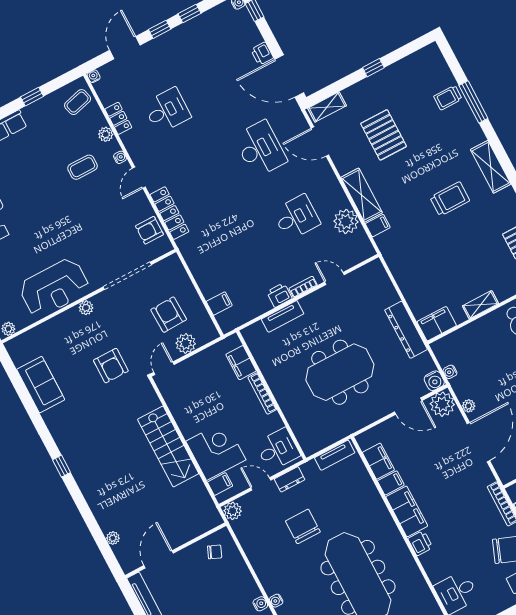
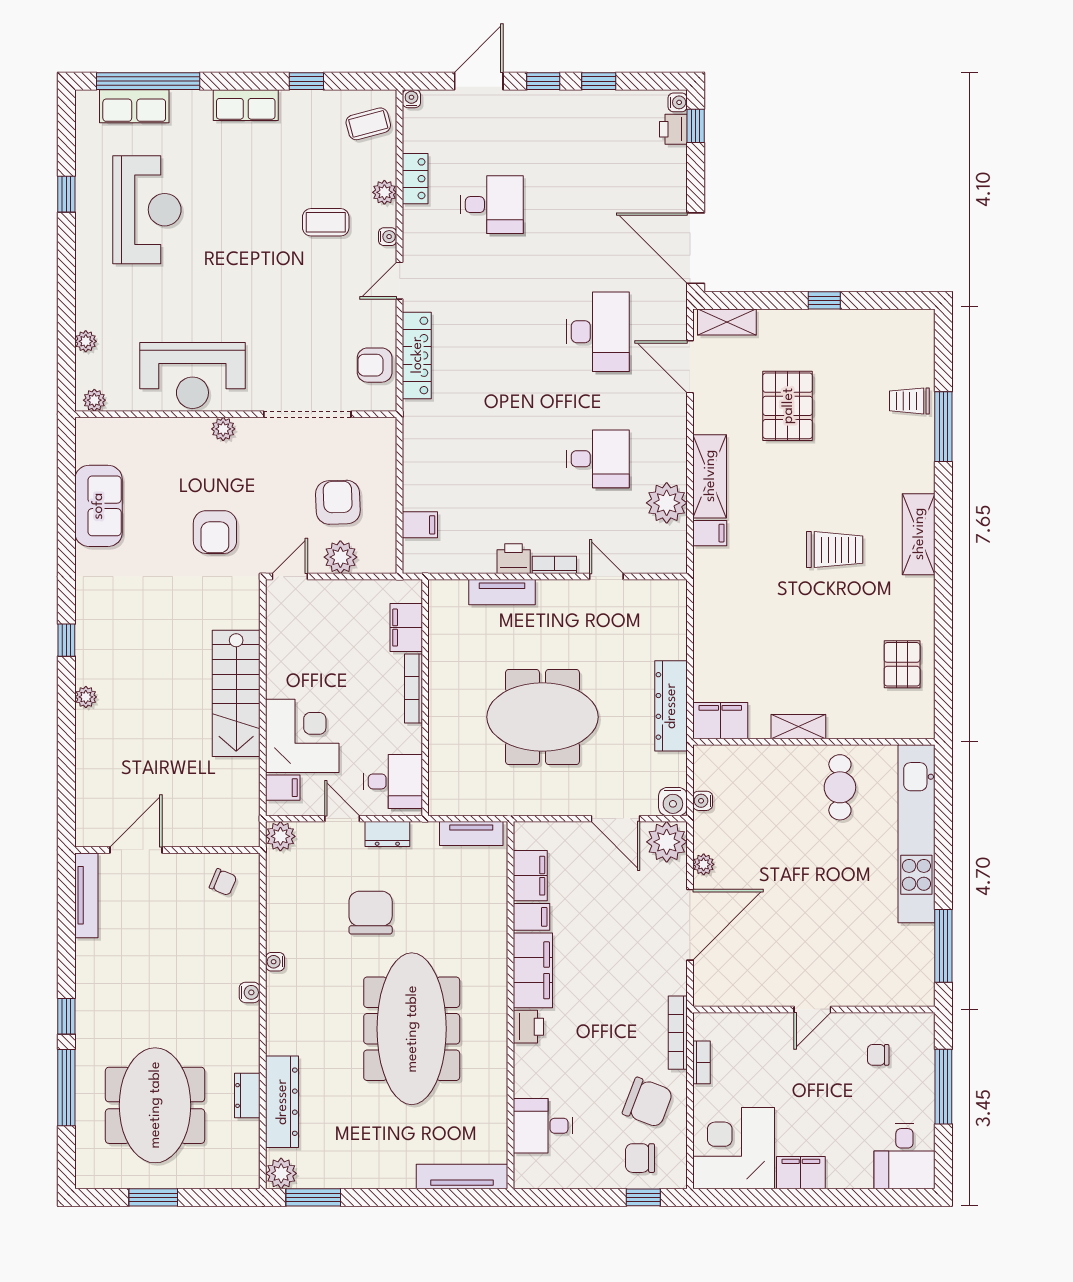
printer: (262, 54) -> (673, 129), moved
plant: (113, 538) -> (86, 697), moved
water cooler: (276, 601) -> (275, 962), moved

